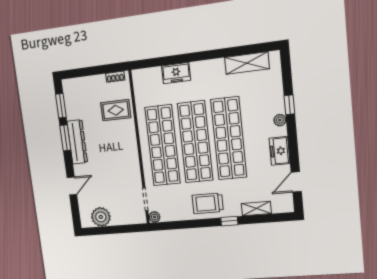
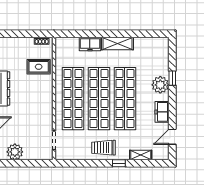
shelving: (247, 63) -> (117, 44), moved
plant: (280, 120) -> (160, 85), width x1.88, depth x1.88
plant: (154, 217) -> (60, 155), removed

